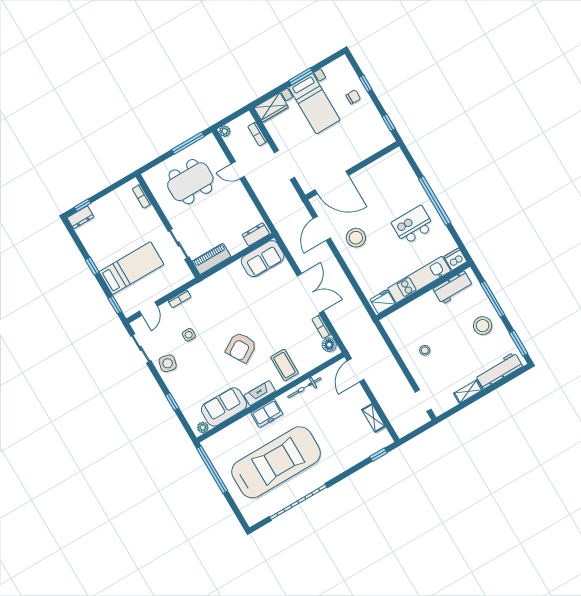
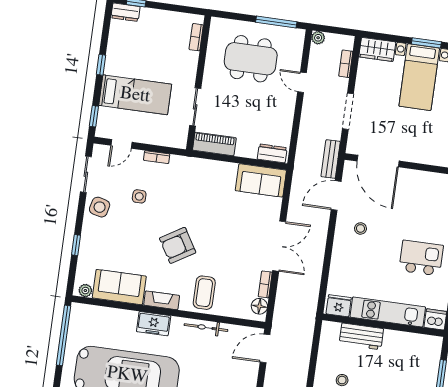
bench: (298, 207) -> (331, 159), added
stool: (356, 238) -> (360, 228), width x0.53, depth x0.53
workbench: (453, 288) -> (361, 336), moved

